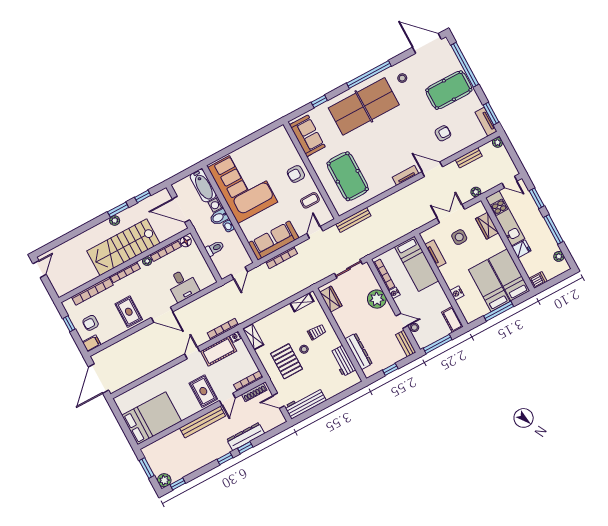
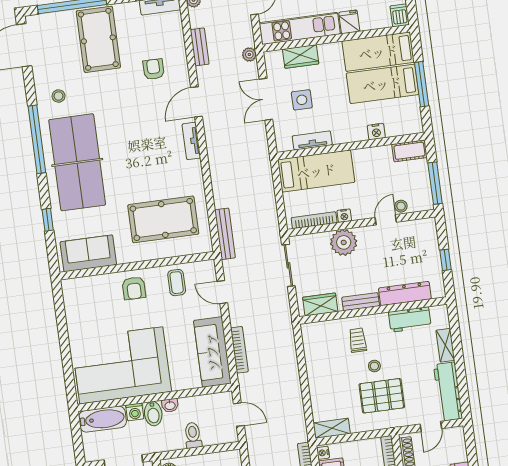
shelving: (302, 302) -> (445, 345), moved
bench: (406, 343) -> (361, 302), moved

